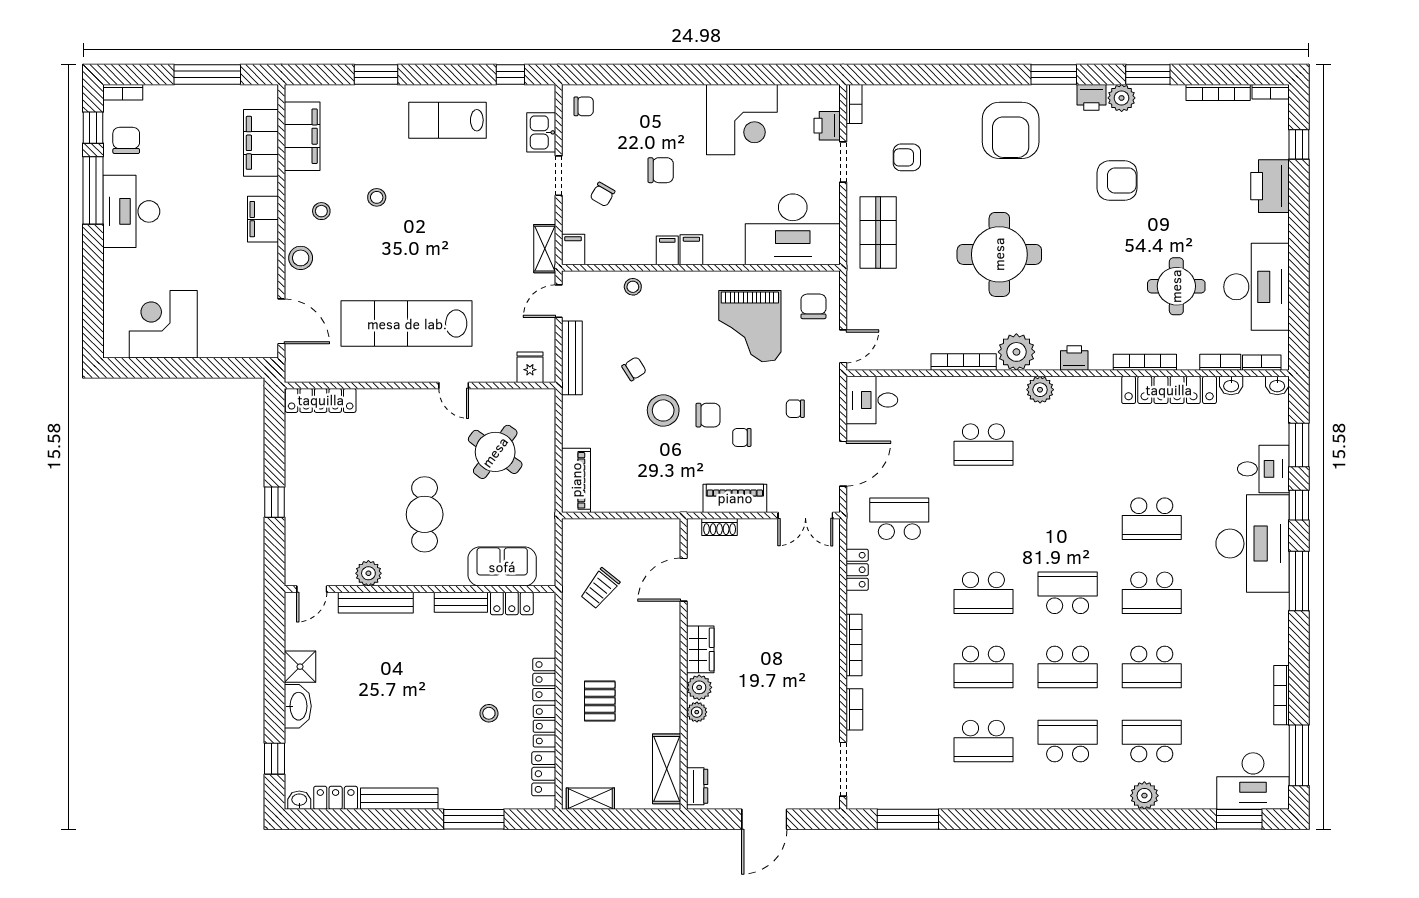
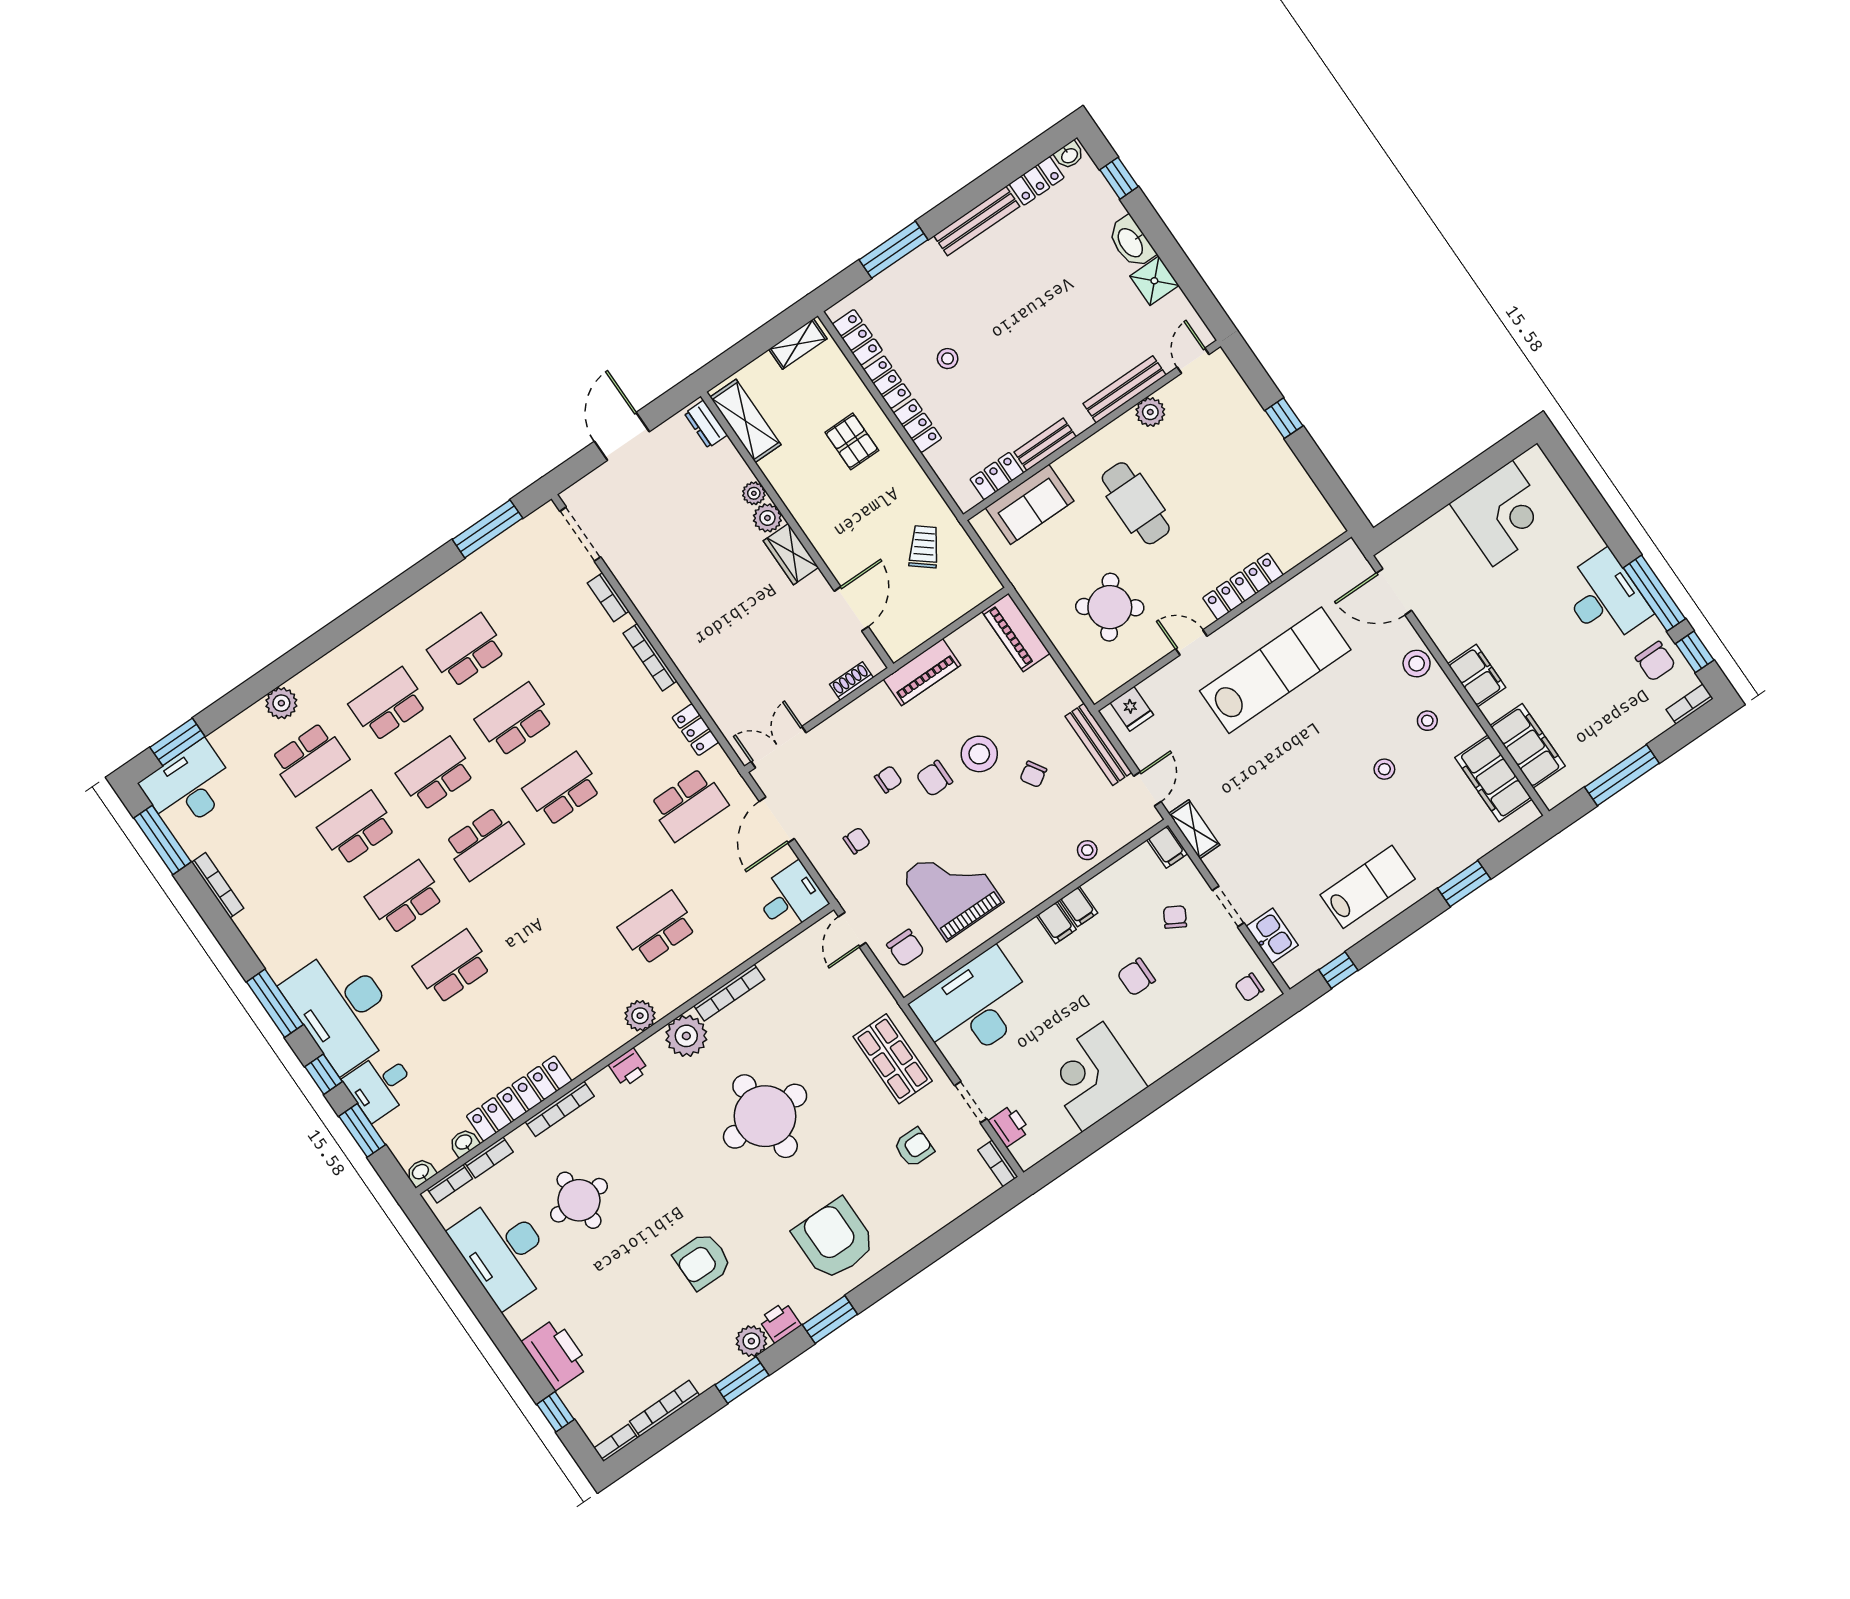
locker: (321, 400) -> (1243, 586), moved
piano: (735, 498) -> (922, 672), moved
school desk: (1068, 741) -> (388, 705), turned 180

